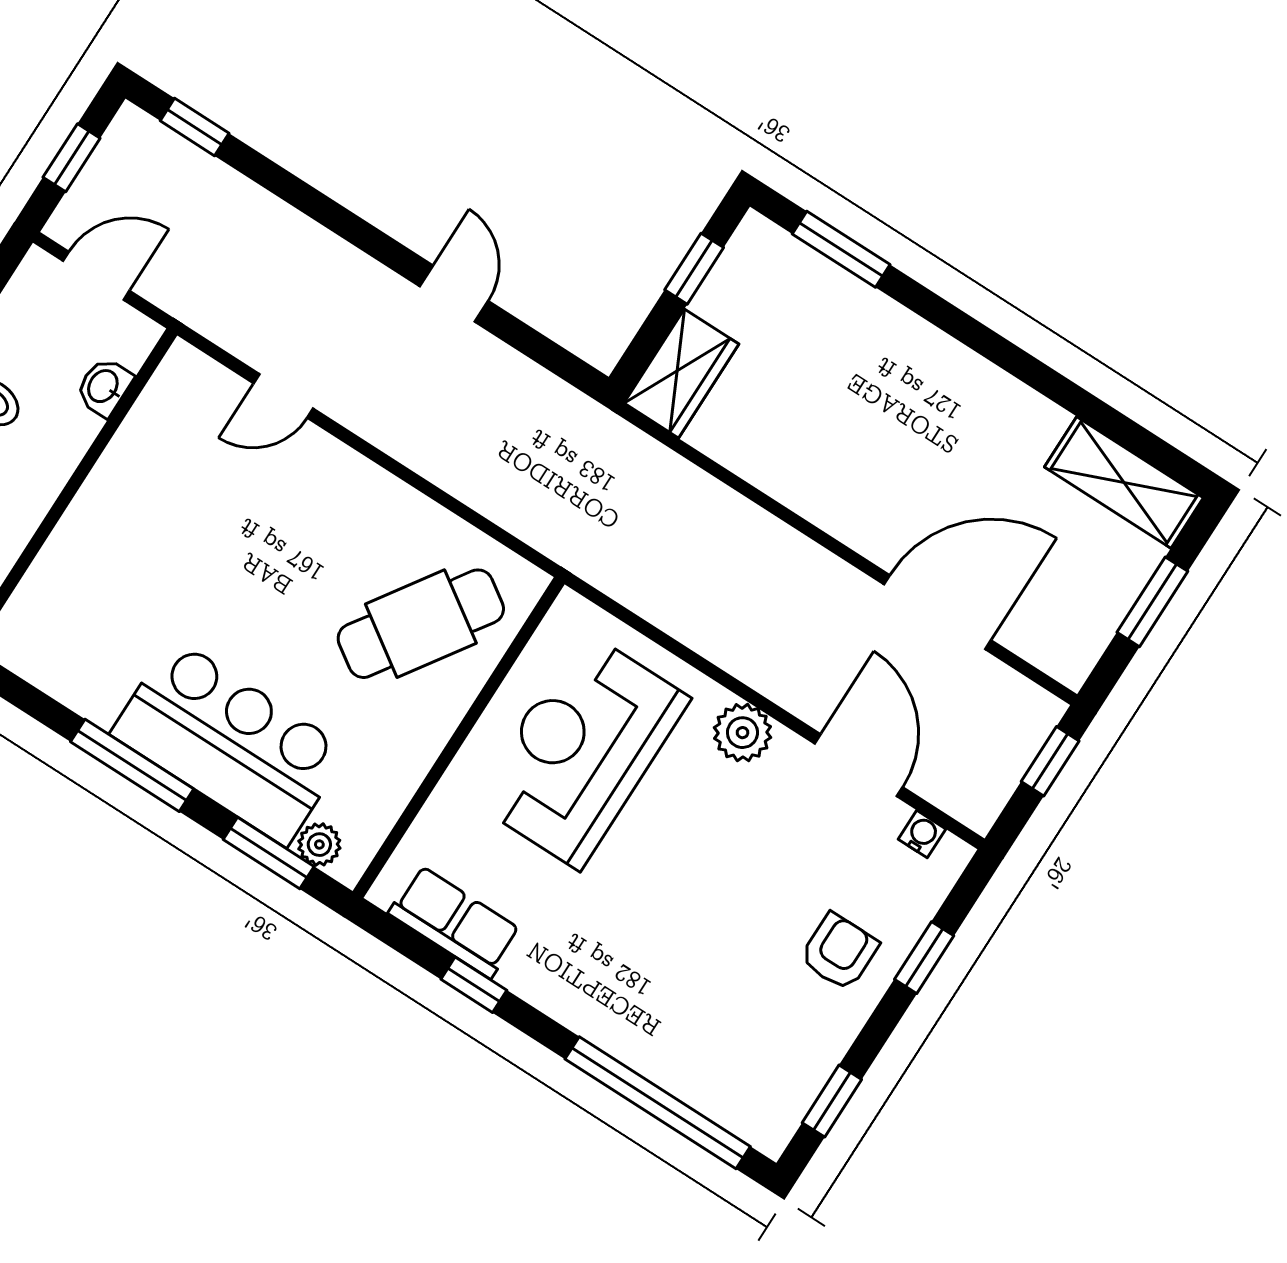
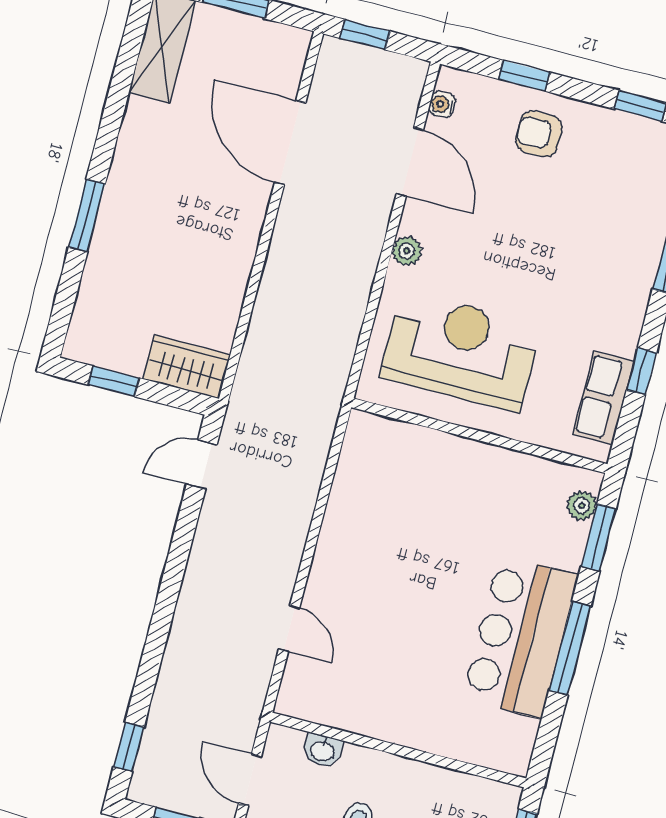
window: (841, 249) -> (87, 215), moved
door: (454, 294) -> (202, 464), moved
cafe table: (421, 624) -> (411, 486), removed
plant: (742, 733) -> (407, 251), width x0.73, depth x0.73
bar counter: (229, 742) -> (520, 637), moved
reception desk: (581, 750) -> (461, 351), turned 180
door: (859, 765) -> (410, 162), swing flipped

